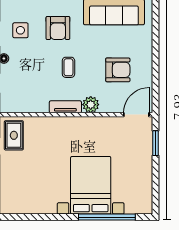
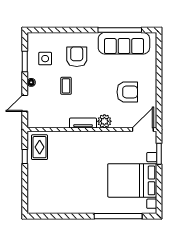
armchair: (58, 28) -> (77, 57), turned 180
coffee table: (68, 67) -> (66, 86), moved
bed with nightstands: (91, 185) -> (132, 180), moved, turned -90

